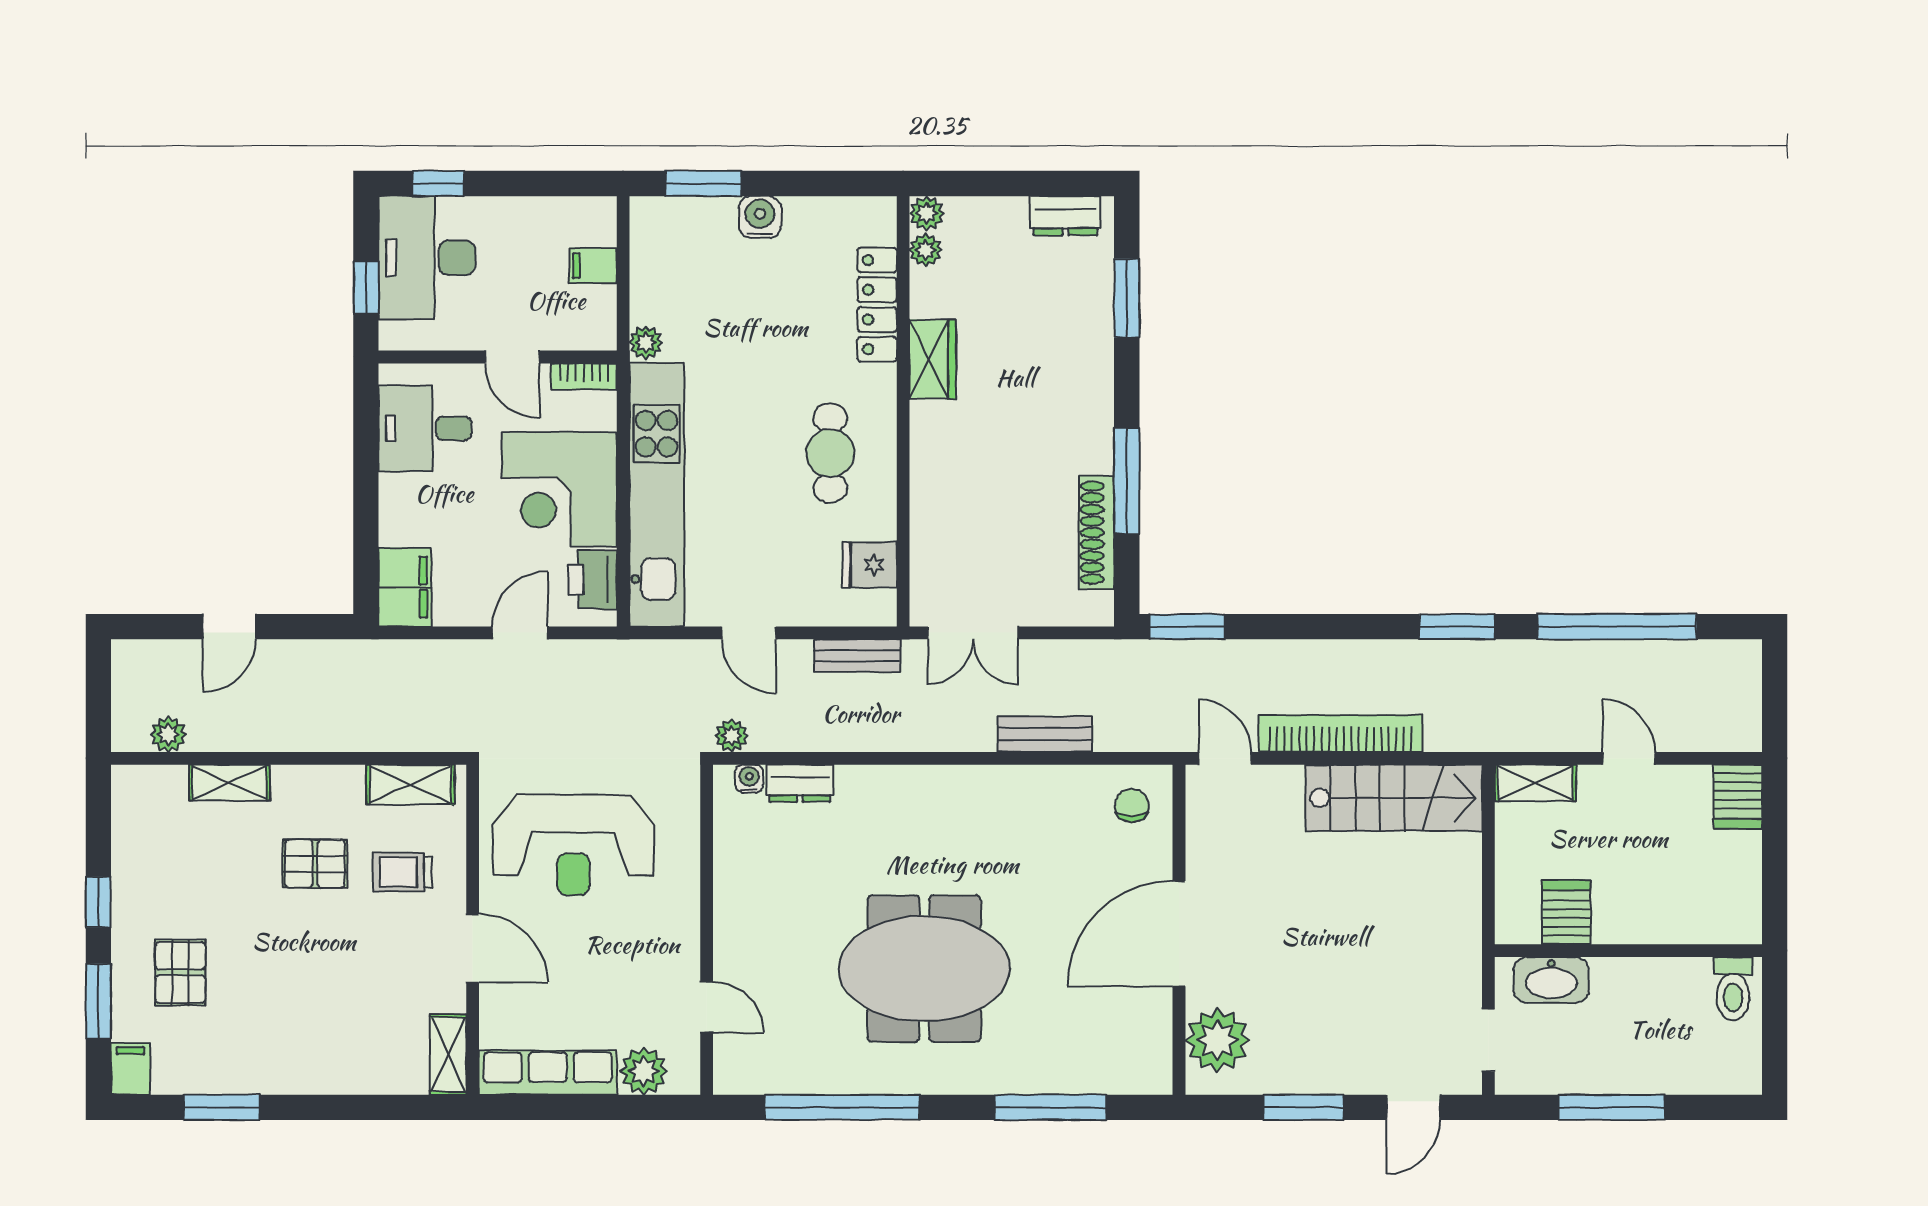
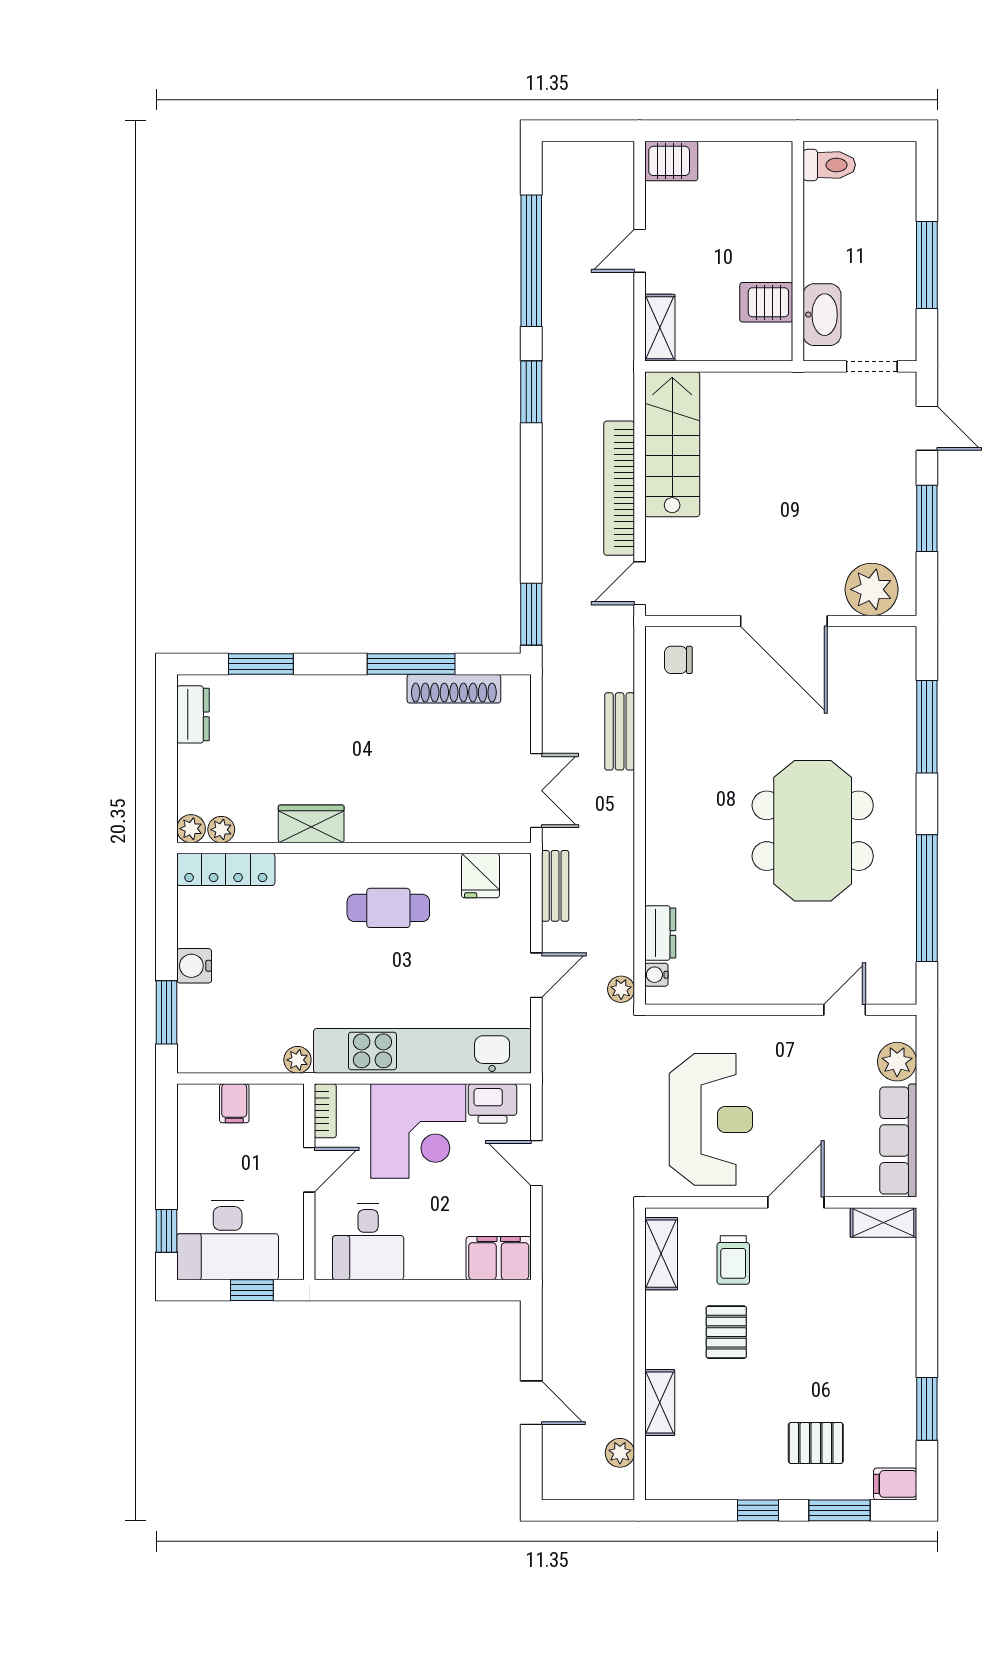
locker: (877, 305) -> (226, 869), moved

